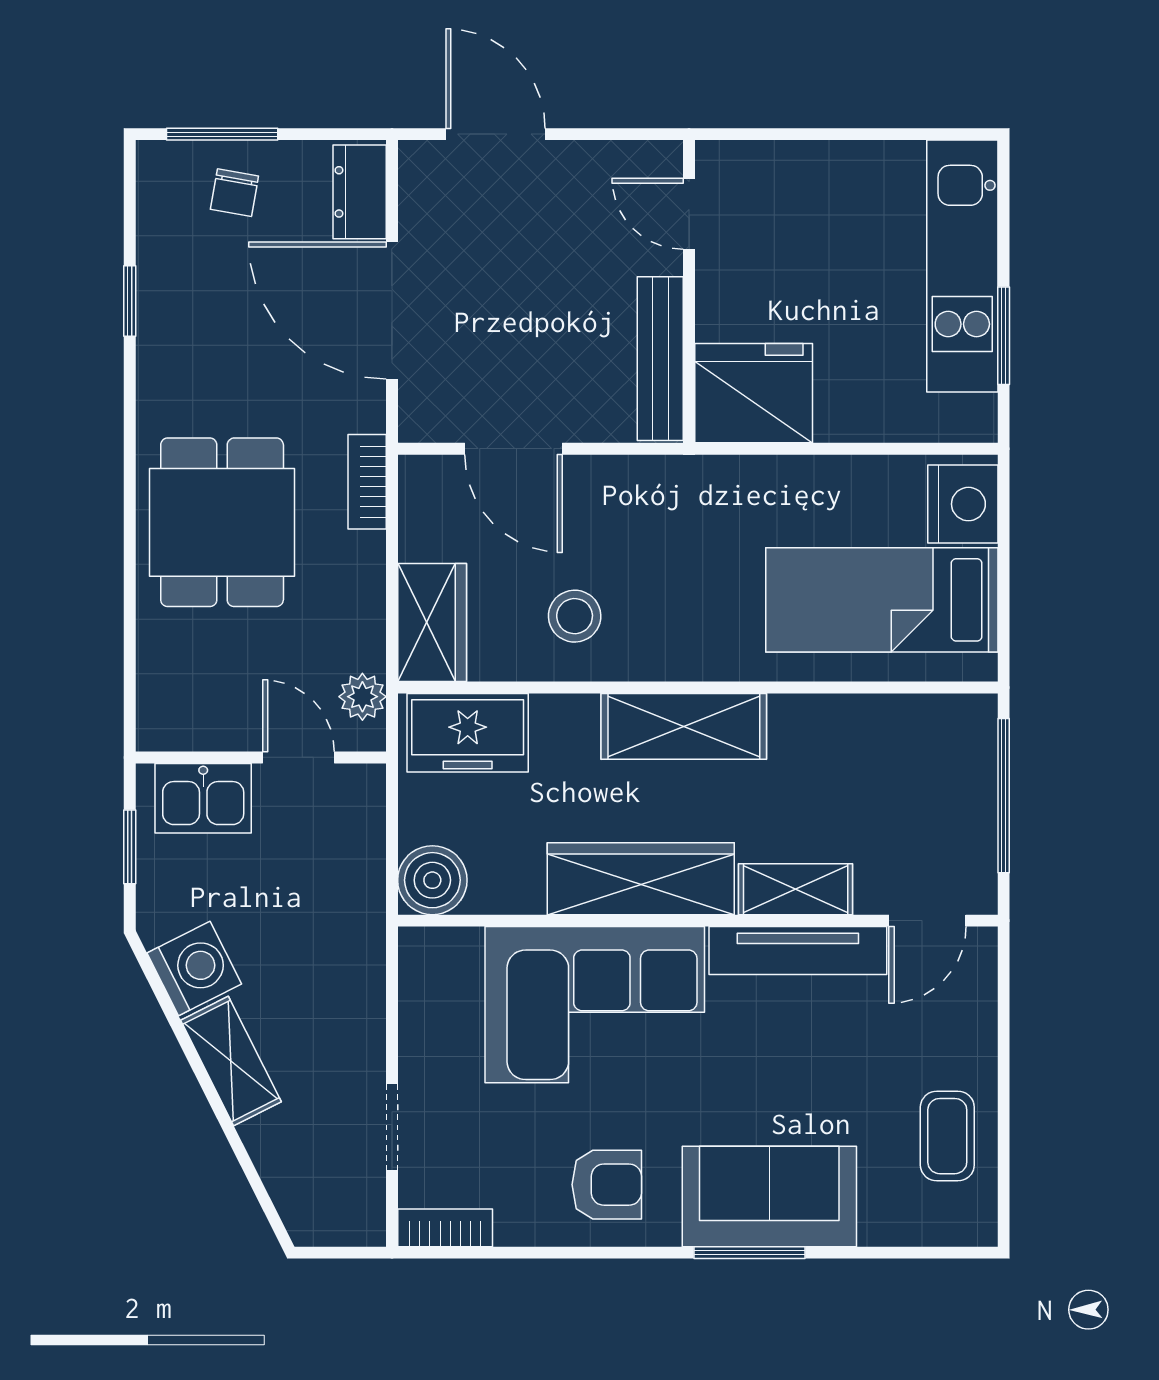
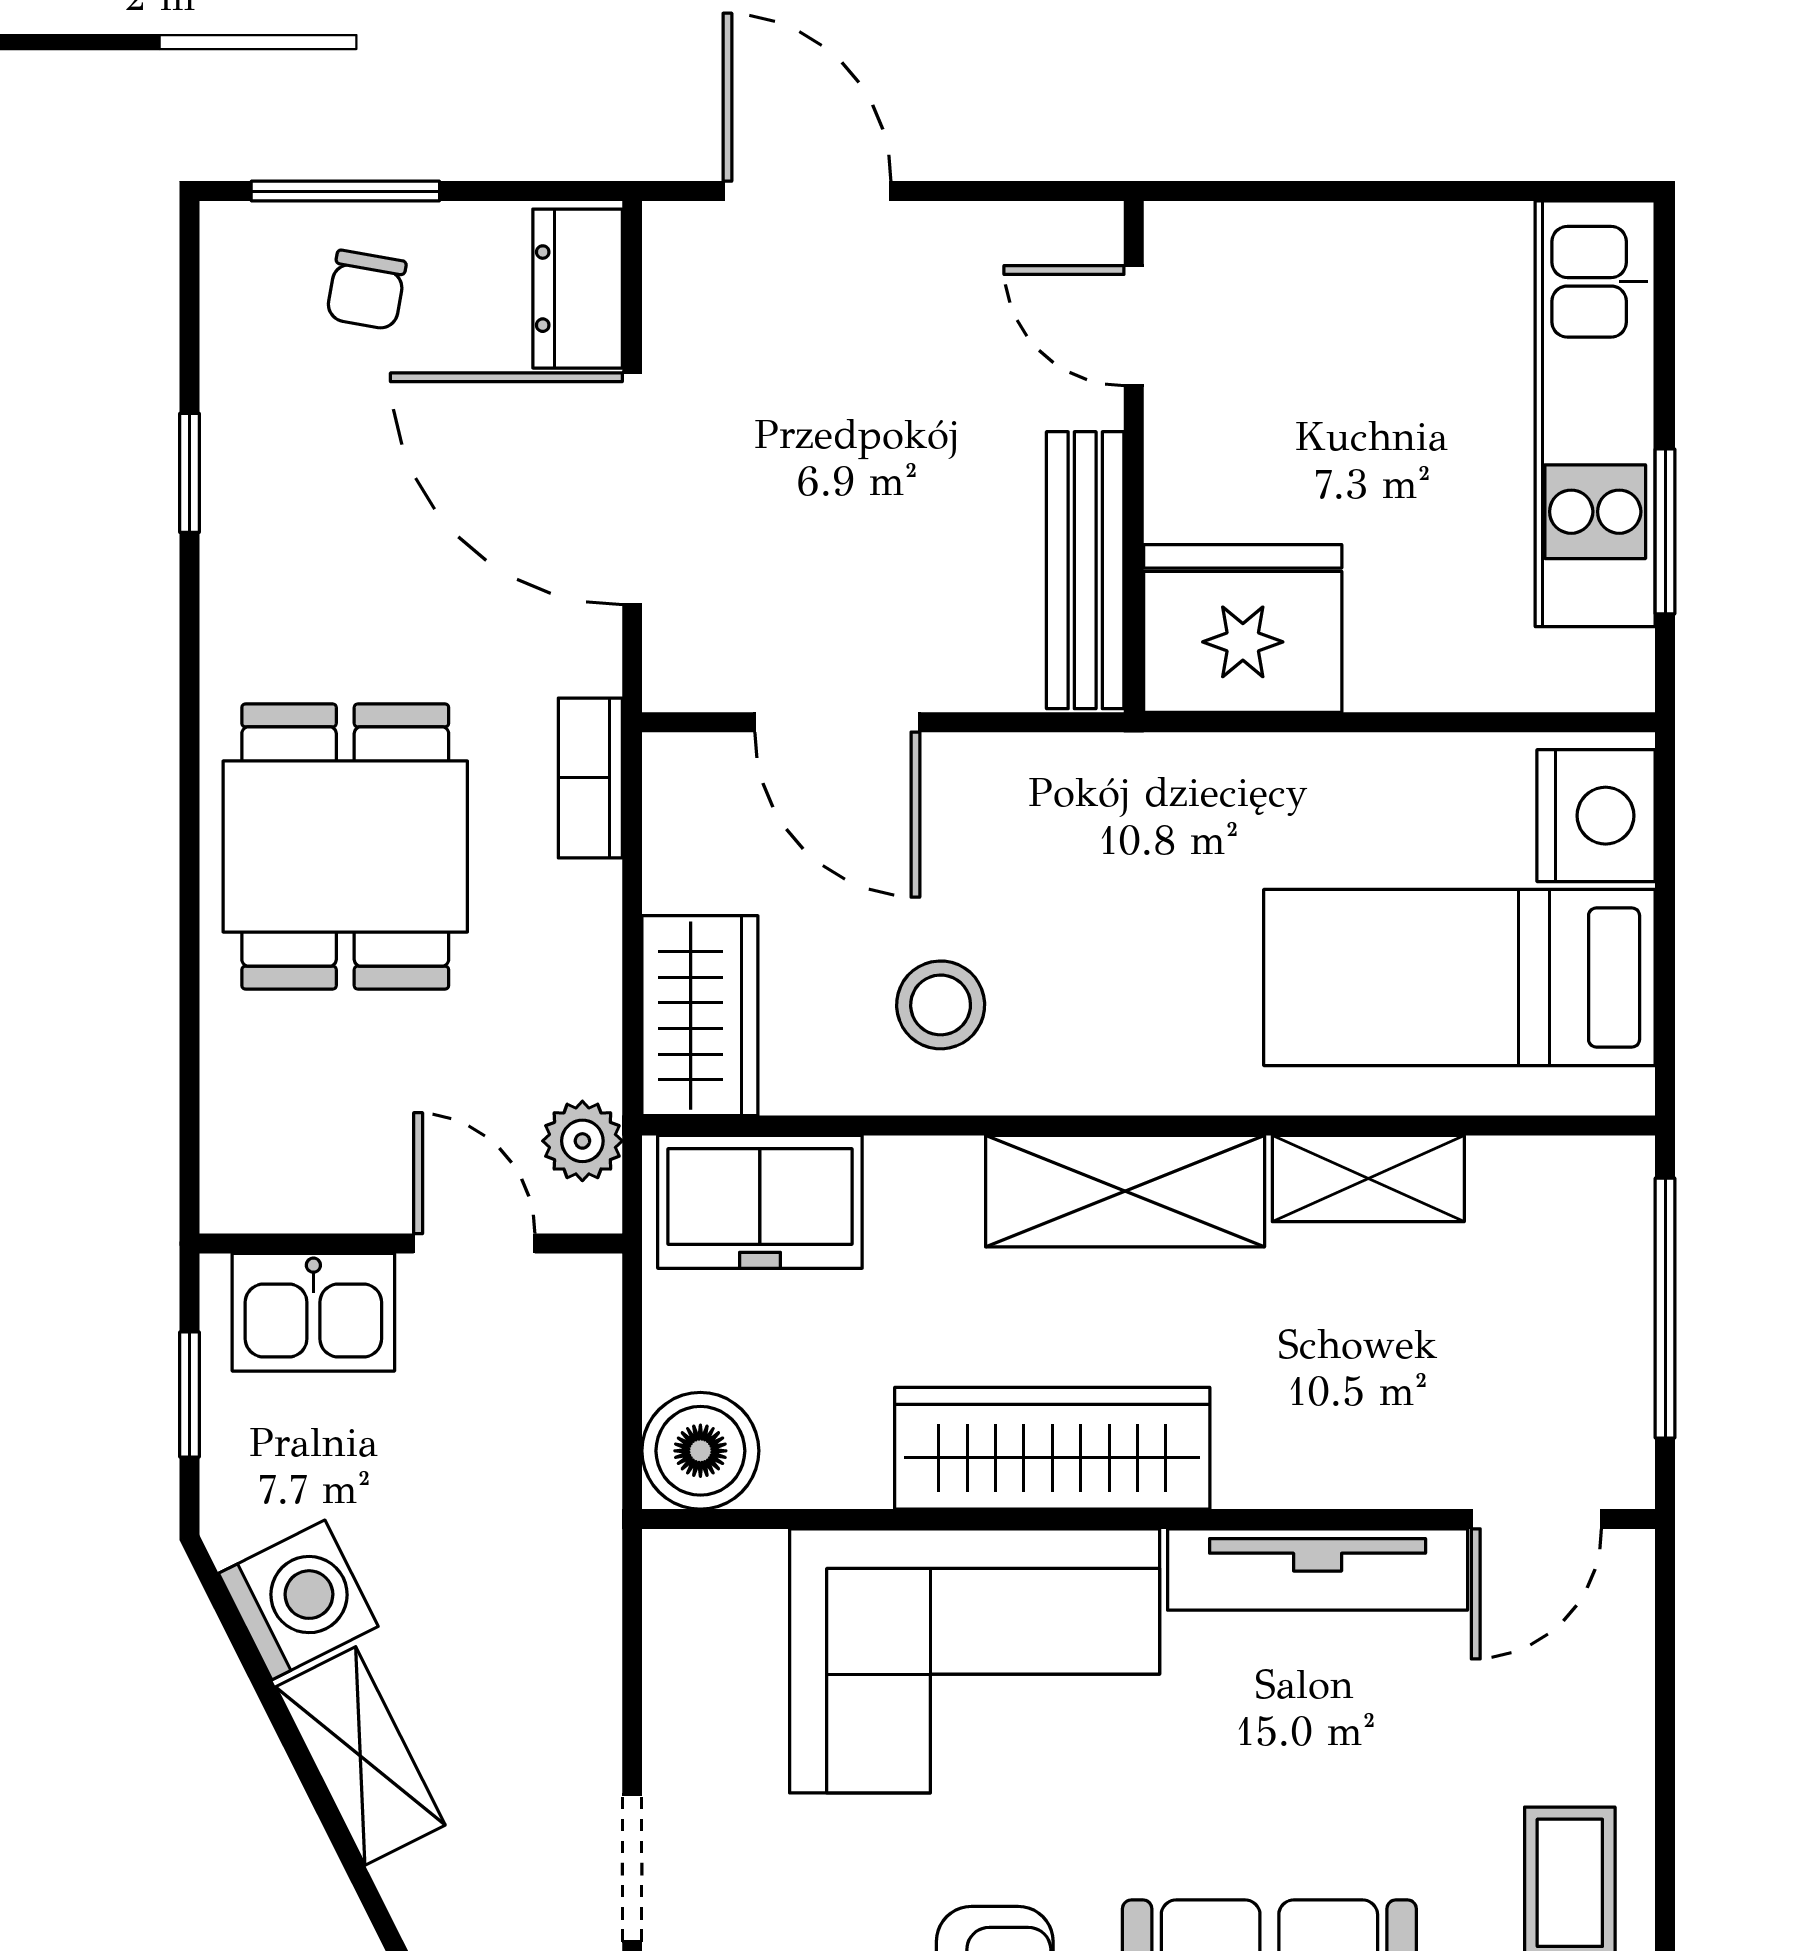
shelving: (796, 889) -> (1368, 1179), moved

